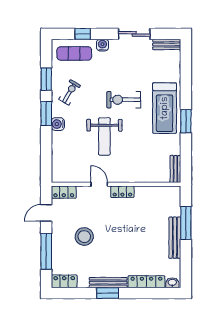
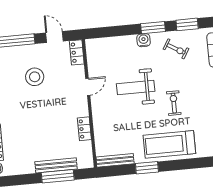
exercise bike: (124, 100) -> (174, 103), width x0.73, depth x0.72
window: (186, 121) -> (147, 168), moved
bench: (175, 169) -> (115, 160), width x1.36
locker: (122, 192) -> (84, 129), moved
bench: (175, 238) -> (56, 165), moved

